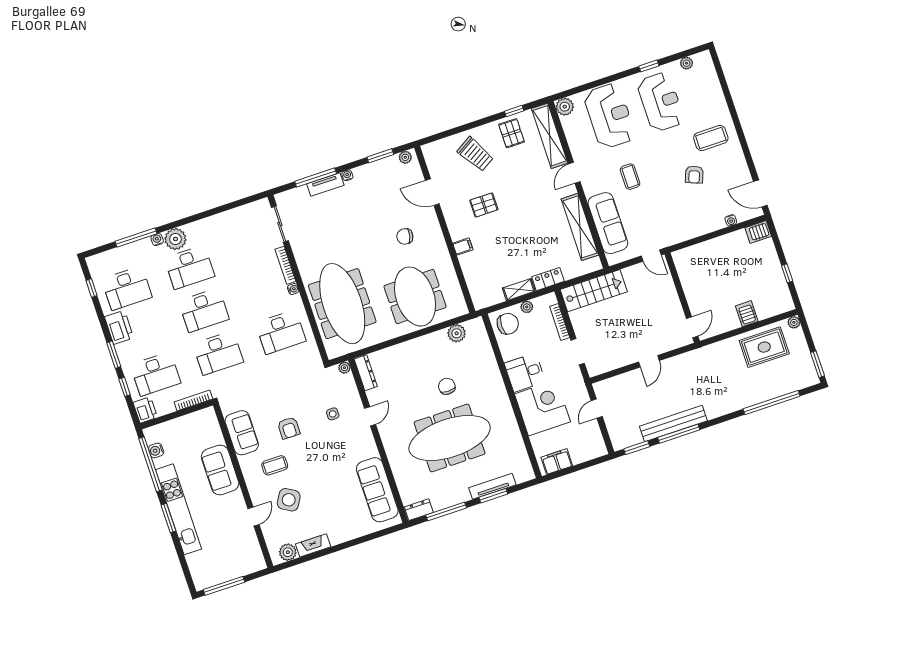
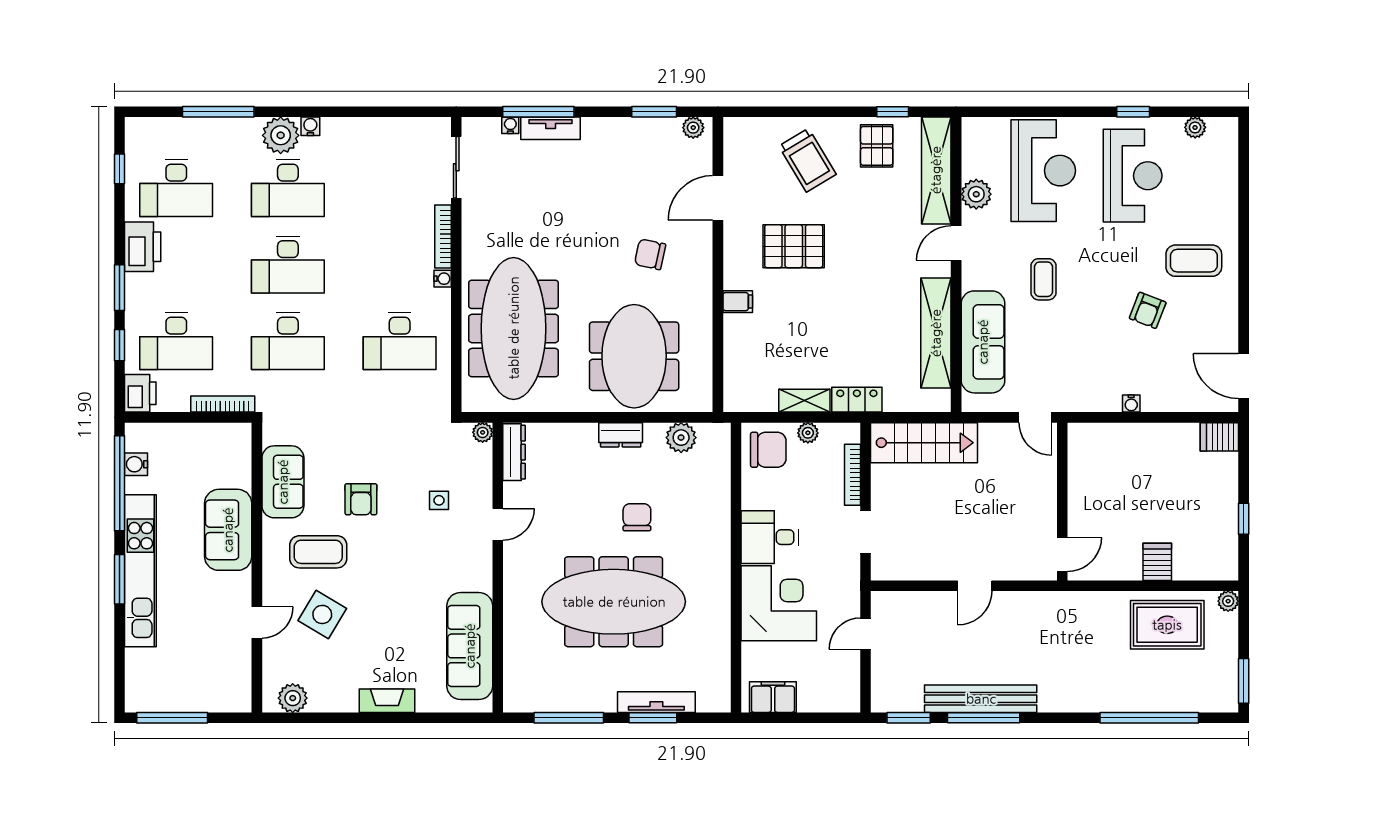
plant: (565, 107) -> (976, 194), moved
water cooler: (347, 175) -> (510, 125), moved
door: (432, 192) -> (718, 198), hinge flipped
pallet: (484, 205) -> (794, 246), width x1.50, depth x1.42
water cooler: (731, 220) -> (1131, 404), moved
water cooler: (157, 240) -> (310, 126), moved
coffee table: (275, 465) -> (318, 552), width x1.36, depth x1.30
dresser: (419, 510) -> (621, 435), moved, turned 180
fireplace: (313, 545) -> (387, 701), moved

